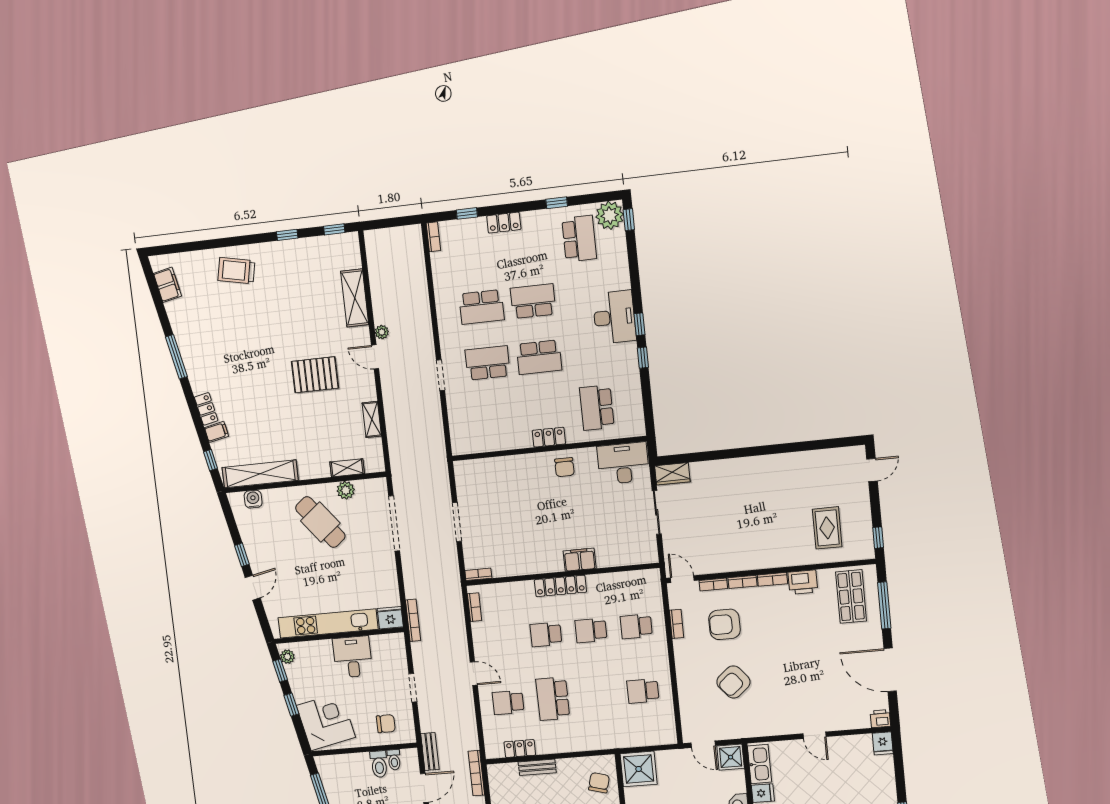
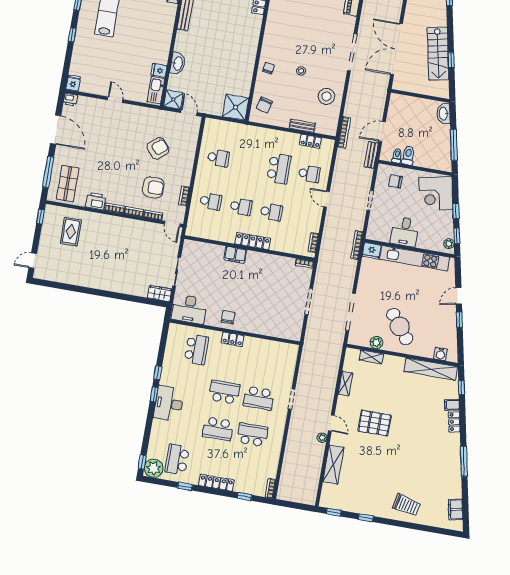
locker: (504, 223) -> (216, 483), width x1.53

